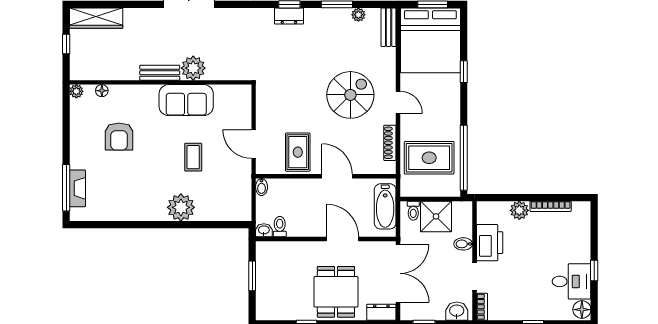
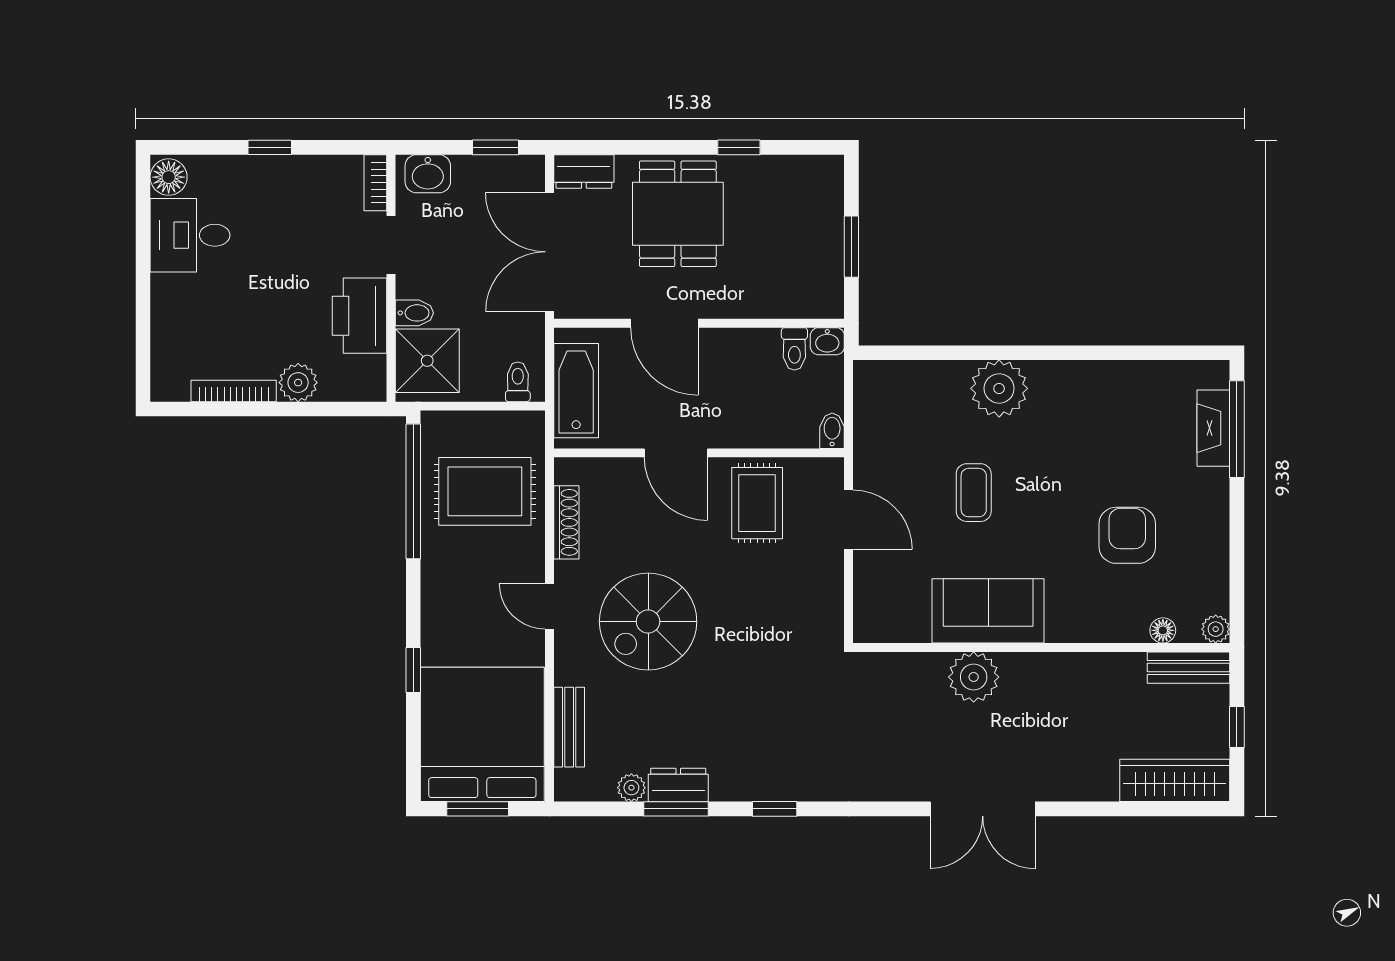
dresser: (289, 16) -> (678, 785), moved
bench: (389, 27) -> (569, 727), moved
bench: (160, 73) -> (1189, 668), moved
shower: (436, 216) -> (427, 361), moved
window: (594, 271) -> (143, 258), removed

